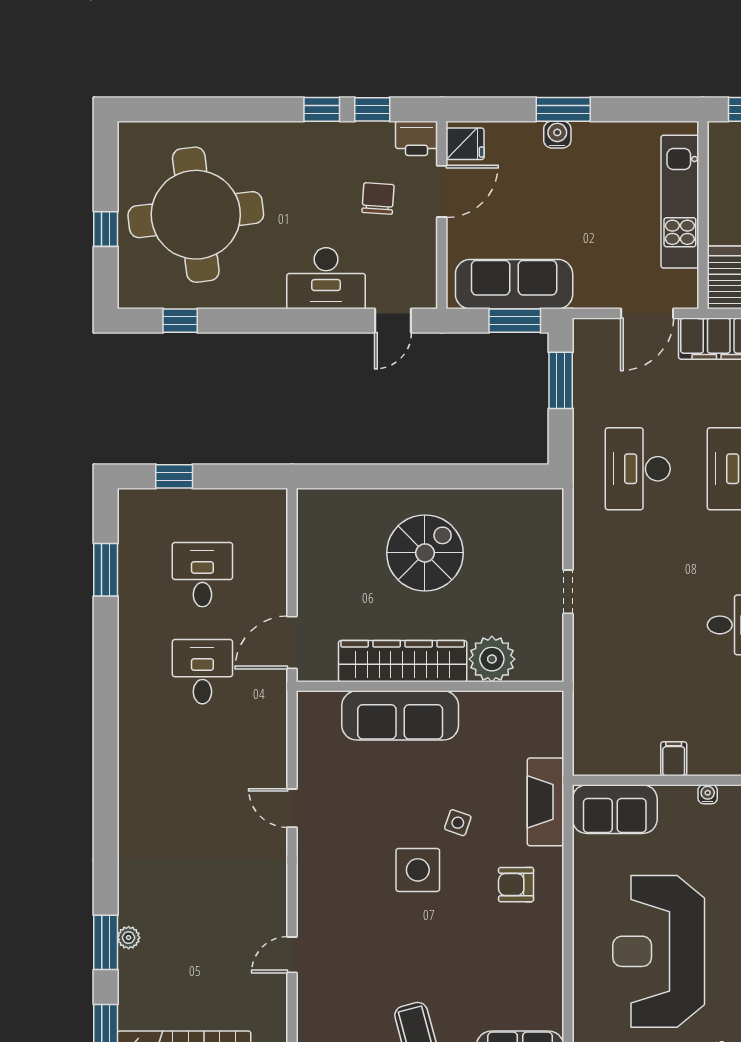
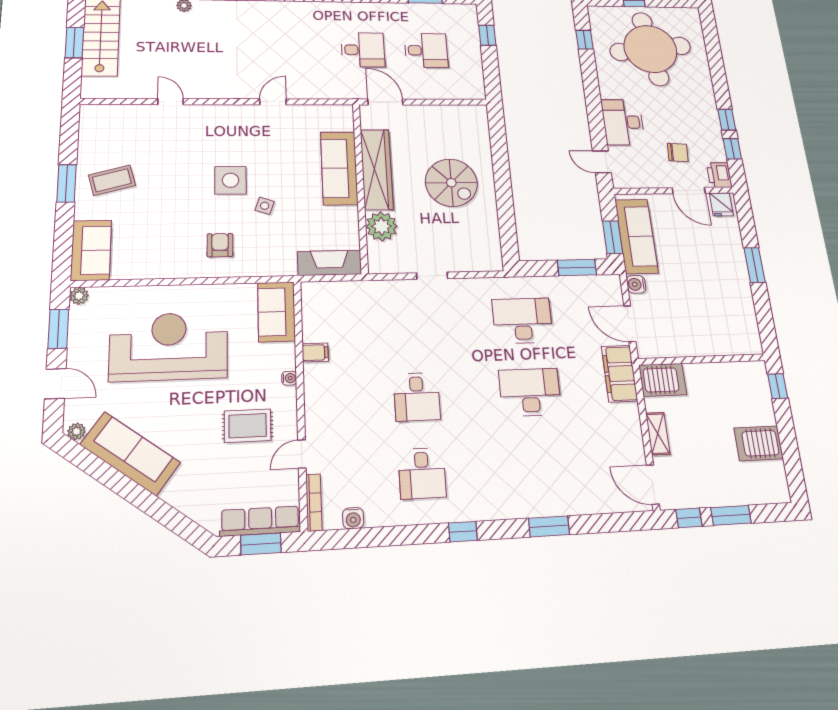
water cooler: (557, 135) -> (636, 284), moved, turned 180
kitchen unit: (680, 202) -> (708, 343), removed
fireplace: (546, 802) -> (330, 263), moved

